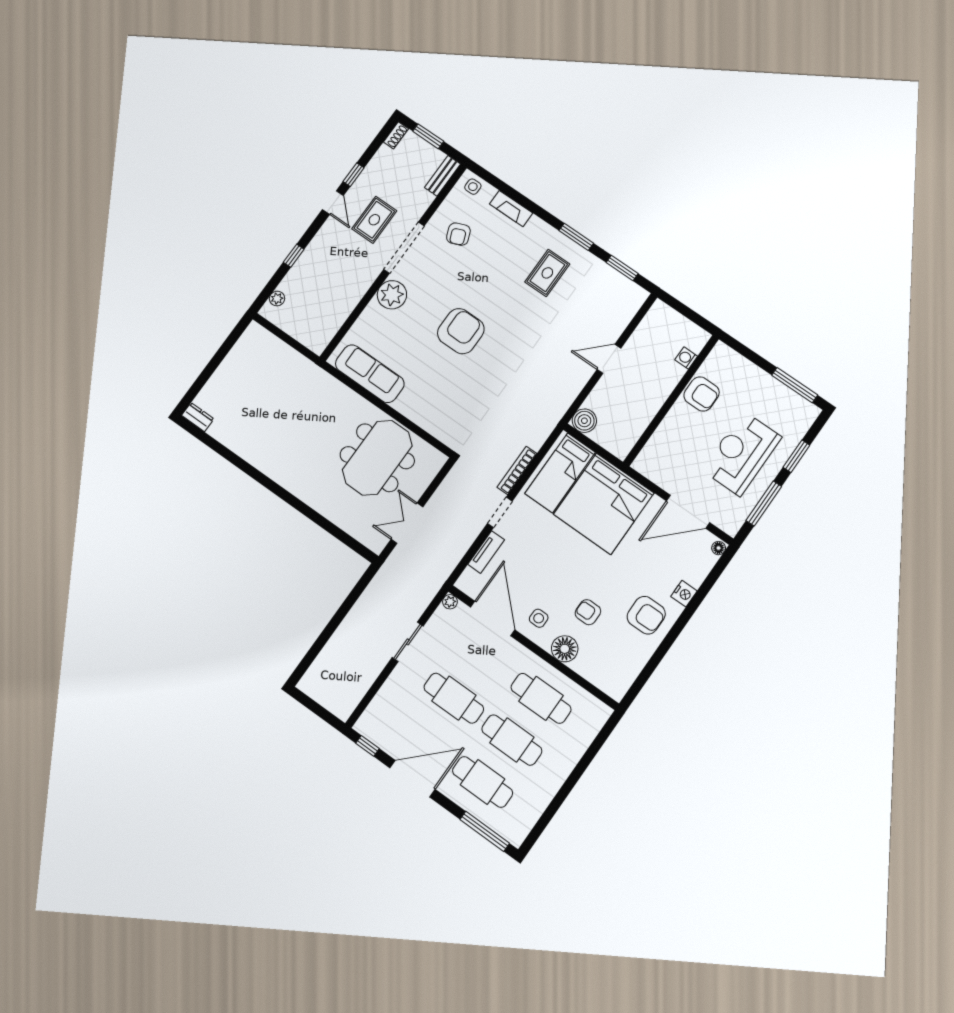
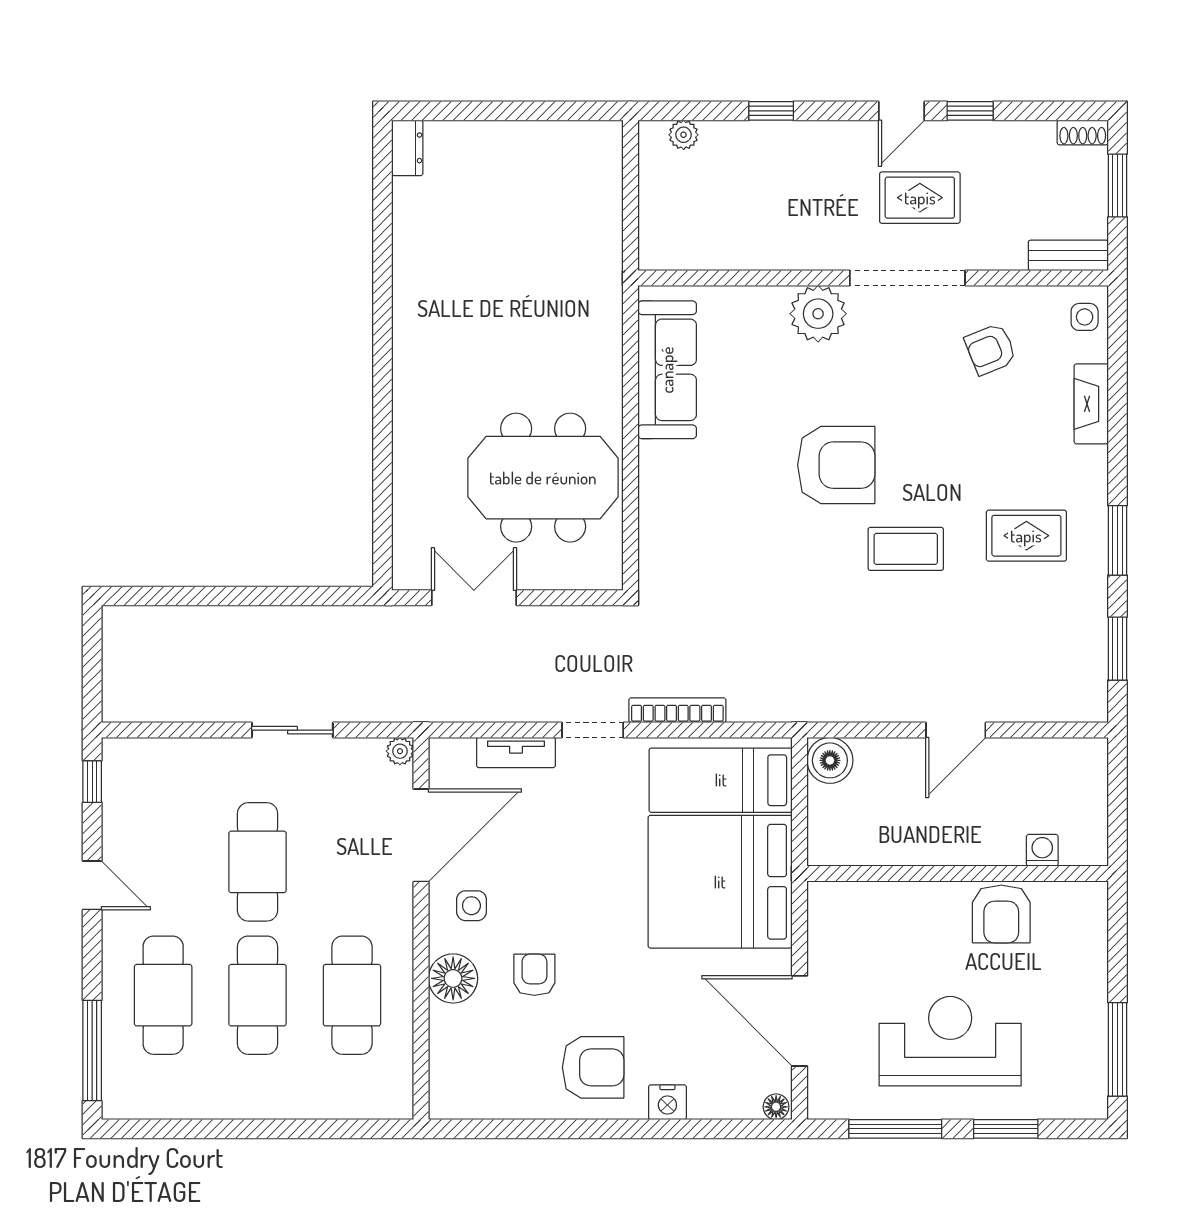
coffee table: (517, 327) -> (906, 549), added
door: (609, 359) -> (956, 730), swing flipped
armchair: (646, 615) -> (593, 1067), turned -90
door: (413, 779) -> (92, 885), width x0.53

